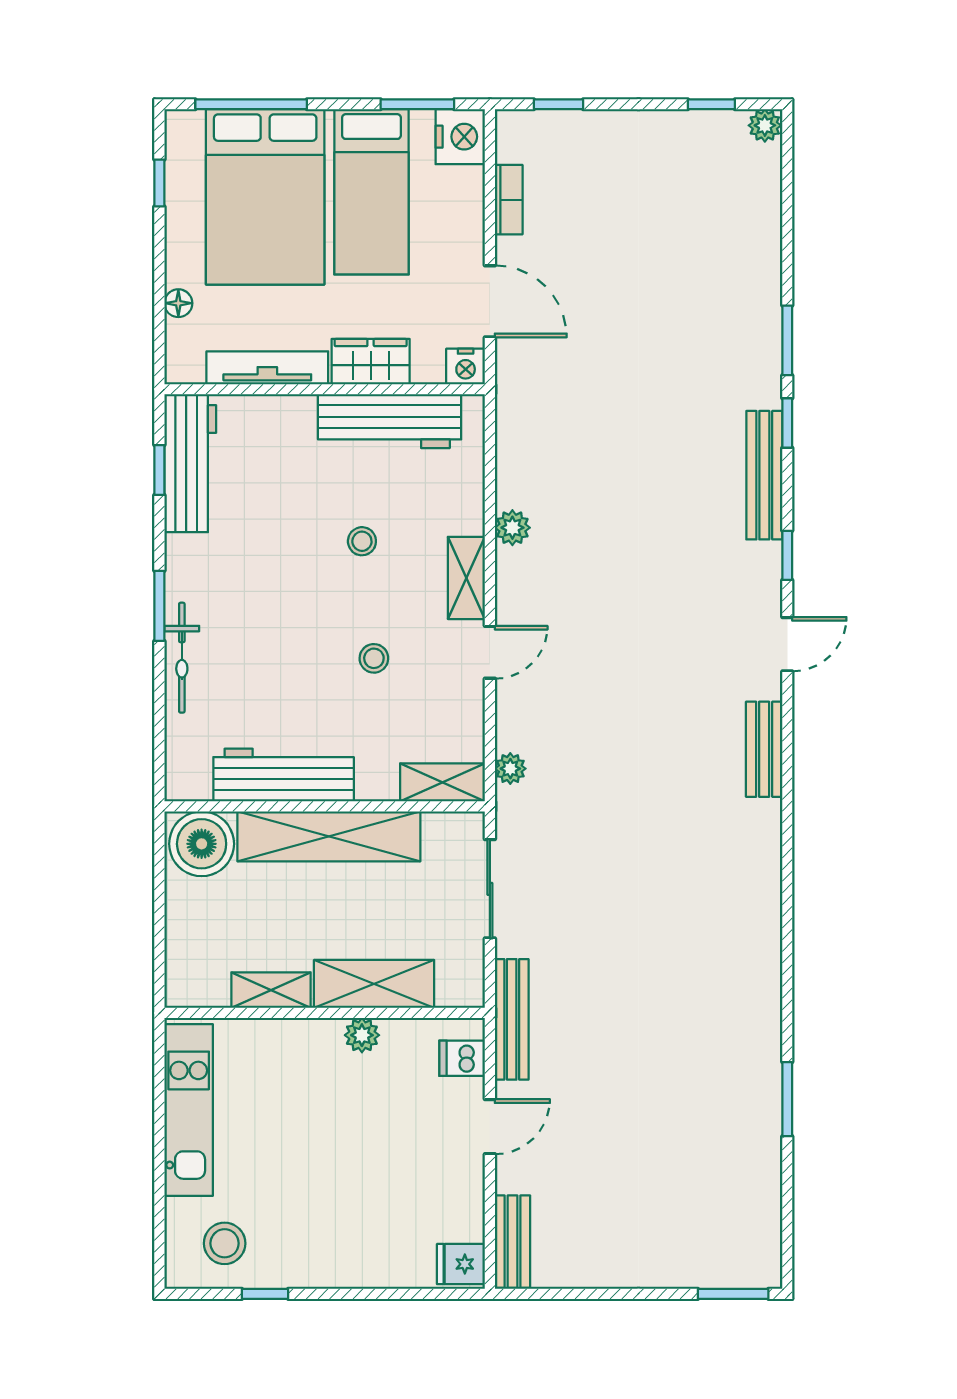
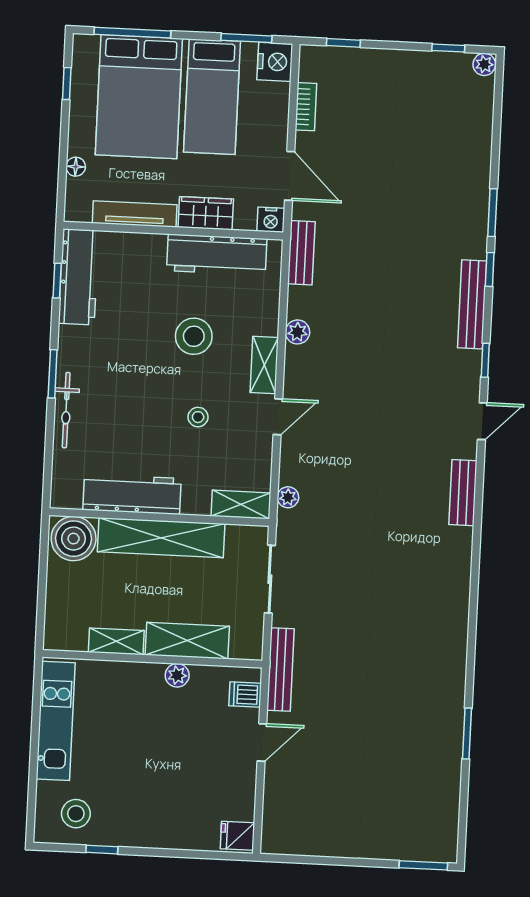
stool: (362, 541) -> (194, 336), width x1.89, depth x1.89
bench: (512, 1242) -> (301, 253), moved

